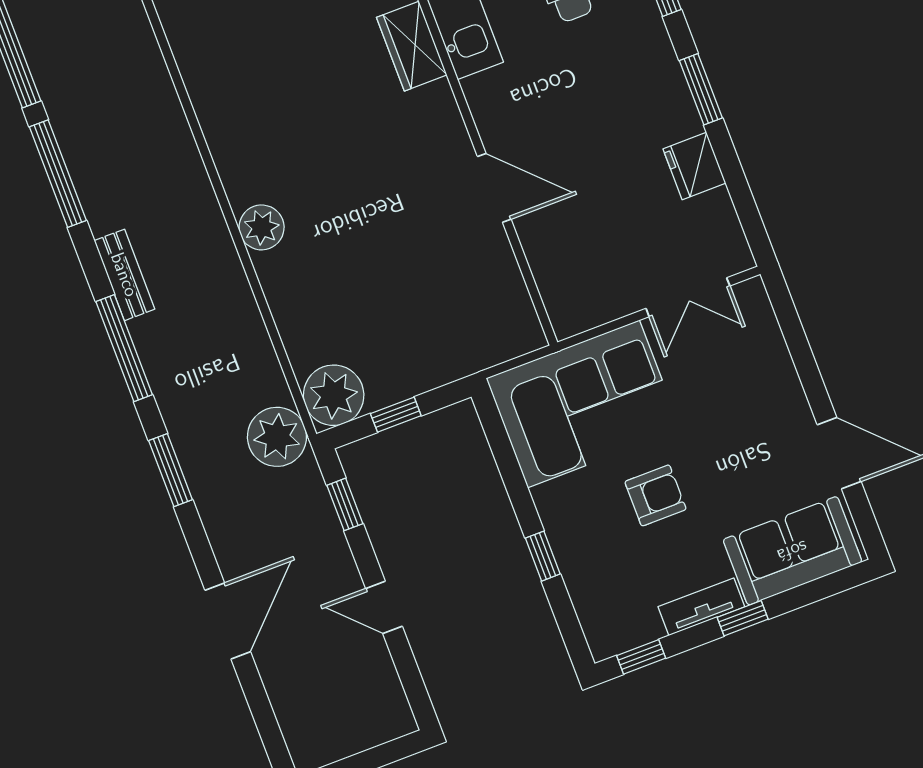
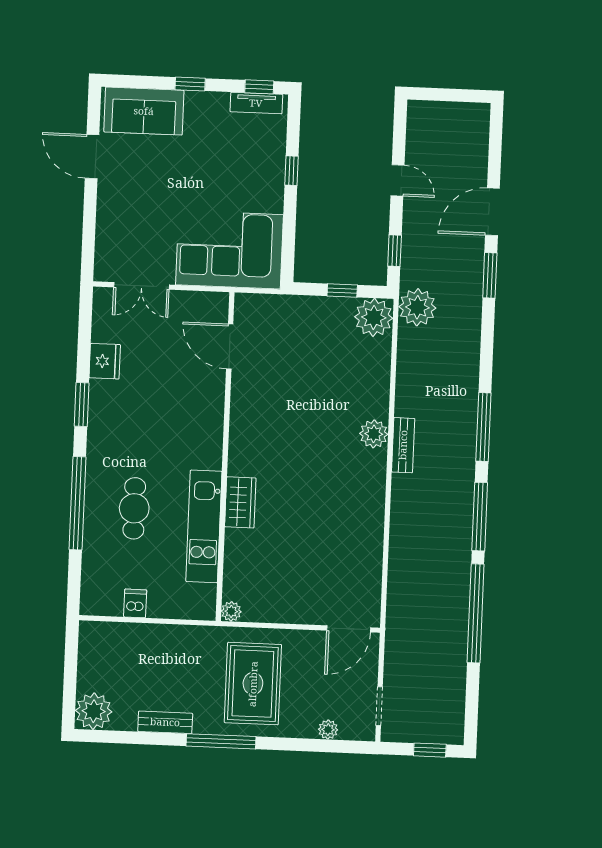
door: (494, 188) -> (230, 346), moved
bench: (124, 275) -> (403, 445), moved
double door: (688, 297) -> (141, 286), swing flipped
window: (124, 348) -> (483, 427), moved
window: (171, 470) -> (490, 275), moved
armchair: (655, 495) -> (210, 178), removed
tv unit: (701, 607) -> (256, 103), moved

